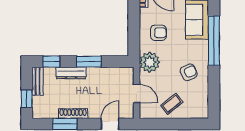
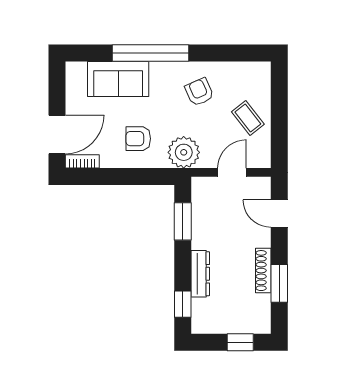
armchair: (158, 33) -> (138, 139), turned -89
window: (89, 62) -> (183, 221), moved
bench: (38, 81) -> (213, 325), removed

